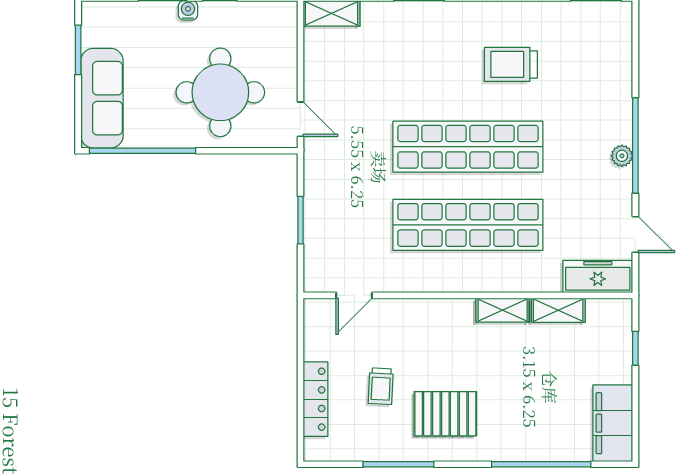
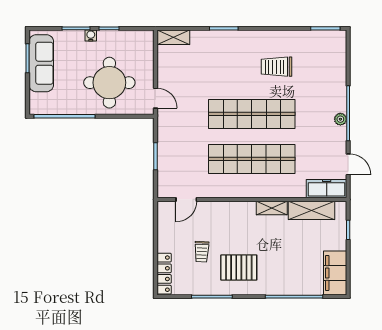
sofa: (102, 98) -> (41, 63), moved
shelving: (558, 310) -> (311, 210), width x1.50, depth x1.33
locker: (315, 399) -> (164, 274), moved

